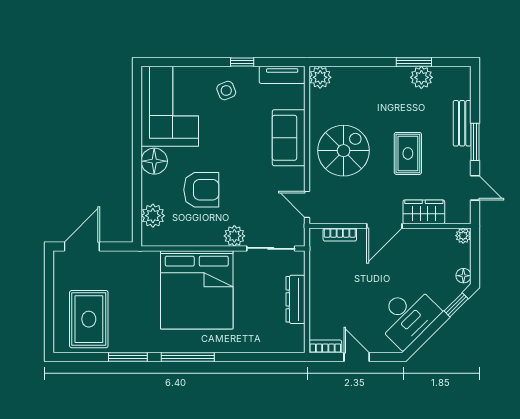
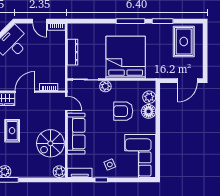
sofa: (289, 138) -> (76, 134), width x1.36
spiral stairs: (344, 151) -> (50, 143), moved
floor lamp: (154, 161) -> (149, 111), moved

